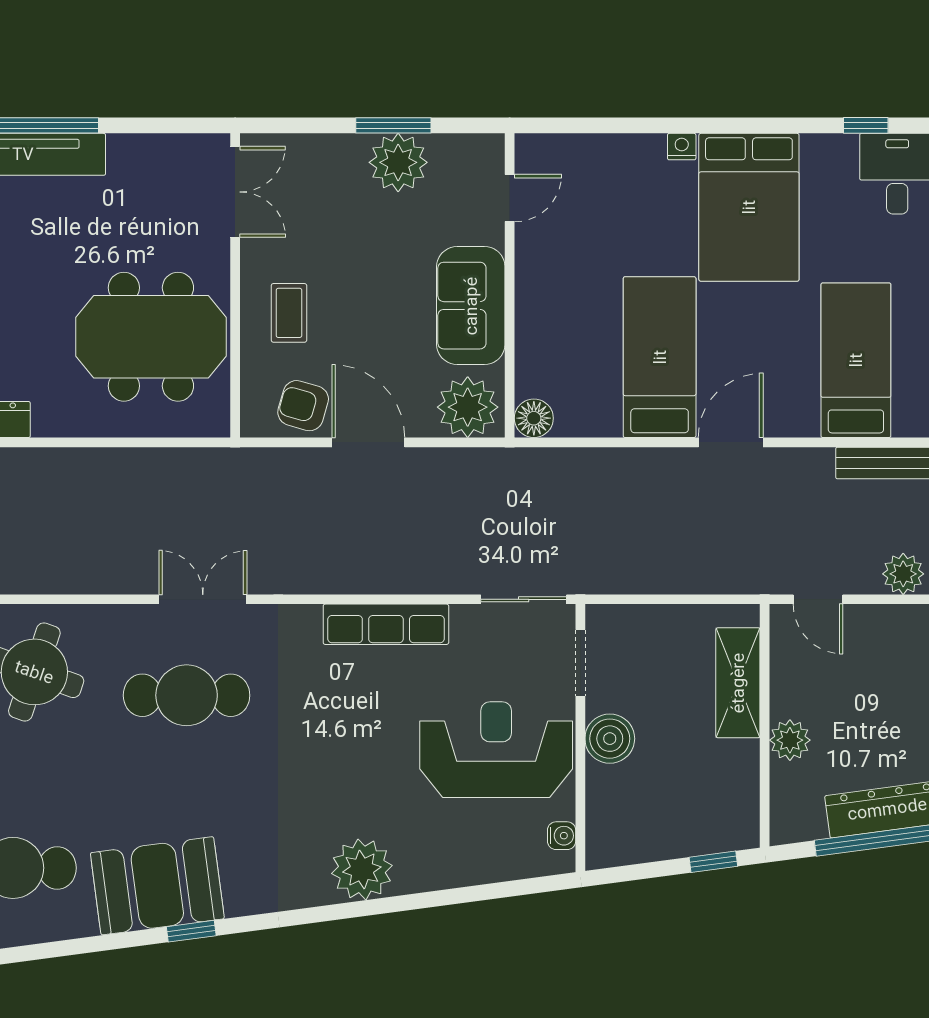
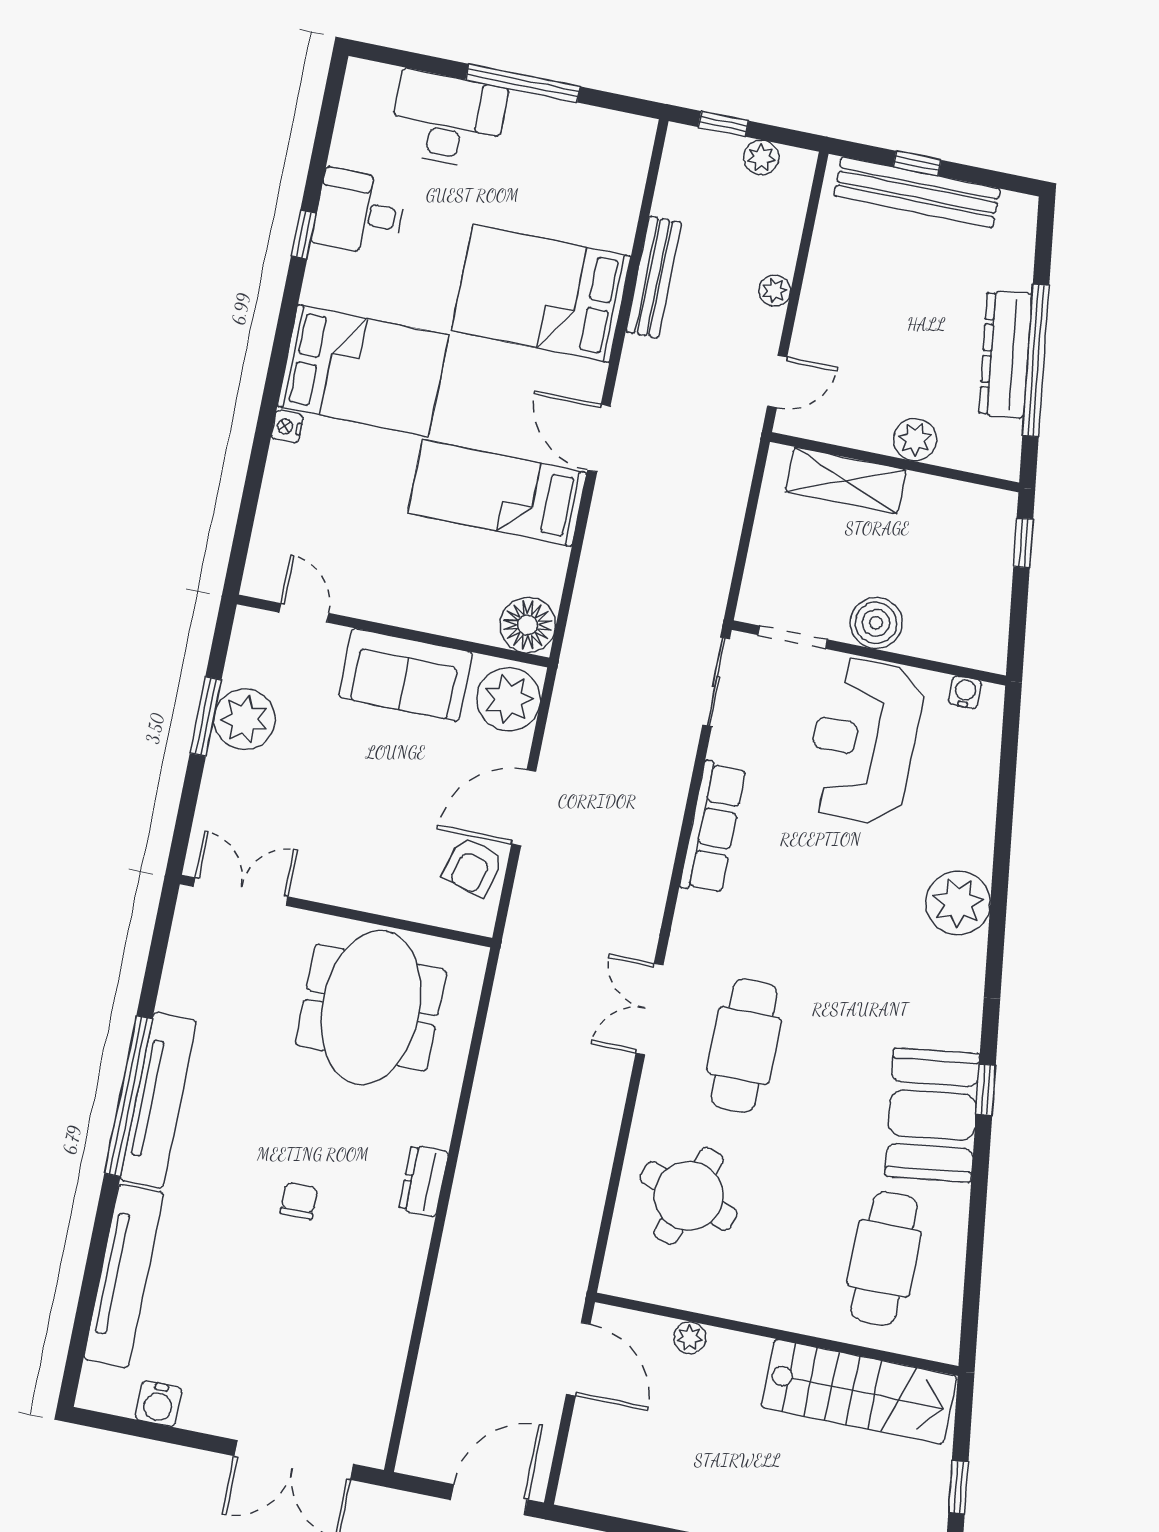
coffee table: (289, 313) -> (375, 862), removed
bed: (856, 360) -> (541, 293), width x1.50
floor lamp: (534, 418) -> (528, 625), width x1.38, depth x1.38
plant: (903, 574) -> (775, 291), width x0.73, depth x0.73

